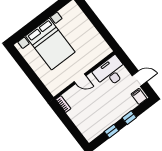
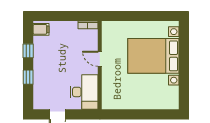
door: (80, 79) -> (100, 59), hinge flipped
filing cabinet: (139, 96) -> (41, 29), moved

